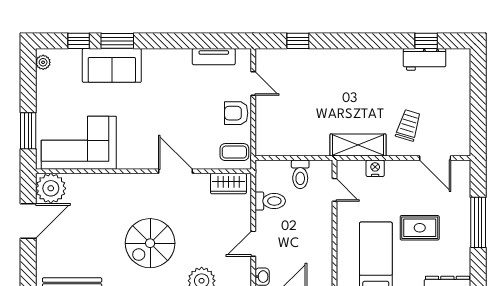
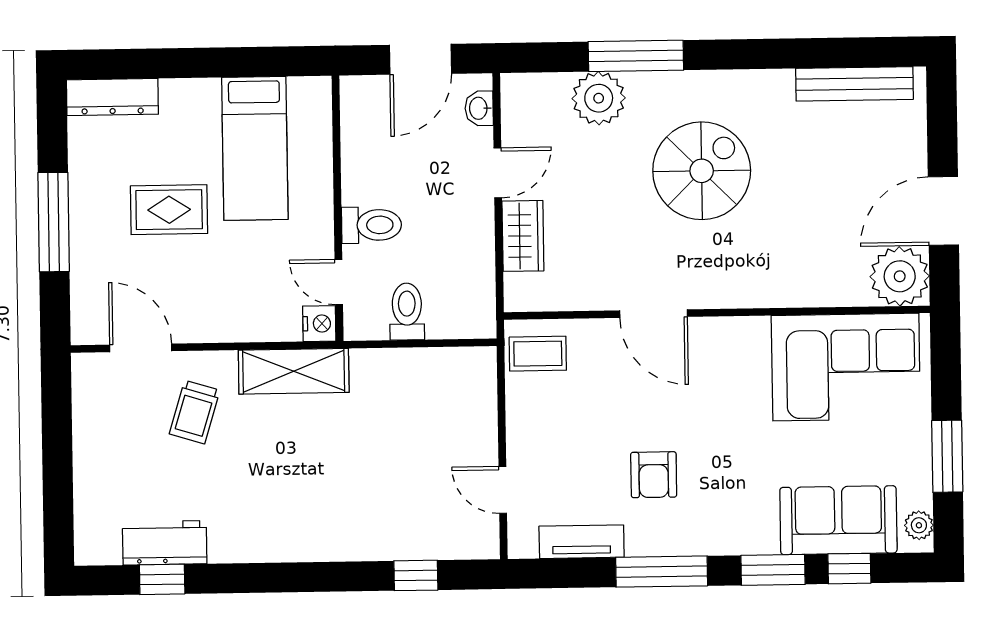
window: (174, 41) -> (662, 572), added
sofa: (112, 65) -> (838, 520), moved
armchair: (236, 113) -> (654, 475), moved, turned 90
window: (28, 131) -> (947, 456), moved
nightstand: (375, 168) -> (319, 324), moved, turned -90
wardrobe: (228, 184) -> (523, 236), moved, turned 90
toilet: (270, 201) -> (371, 225), moved, turned 180

